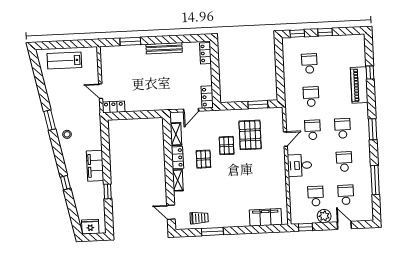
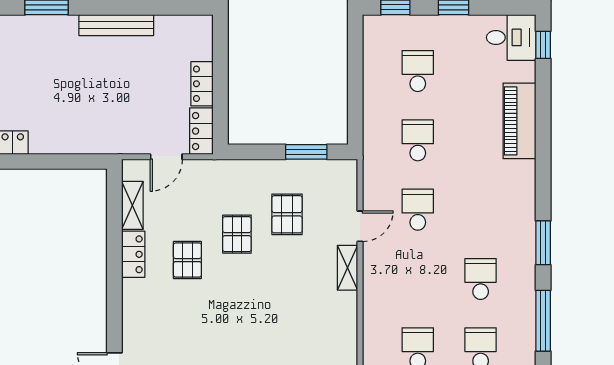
locker: (205, 53) -> (202, 84), moved
window: (370, 72) -> (543, 45), moved
school desk: (343, 128) -> (481, 210), removed
window: (373, 129) -> (543, 243), moved
pallet: (250, 135) -> (287, 214), width x0.67, depth x0.71
desk: (300, 165) -> (511, 37), moved, turned 180
shelving: (178, 180) -> (348, 268), moved

